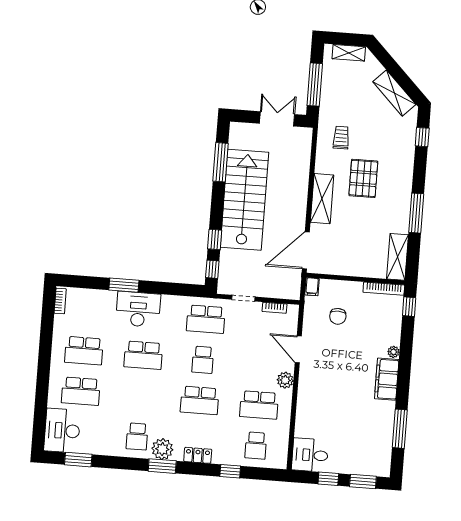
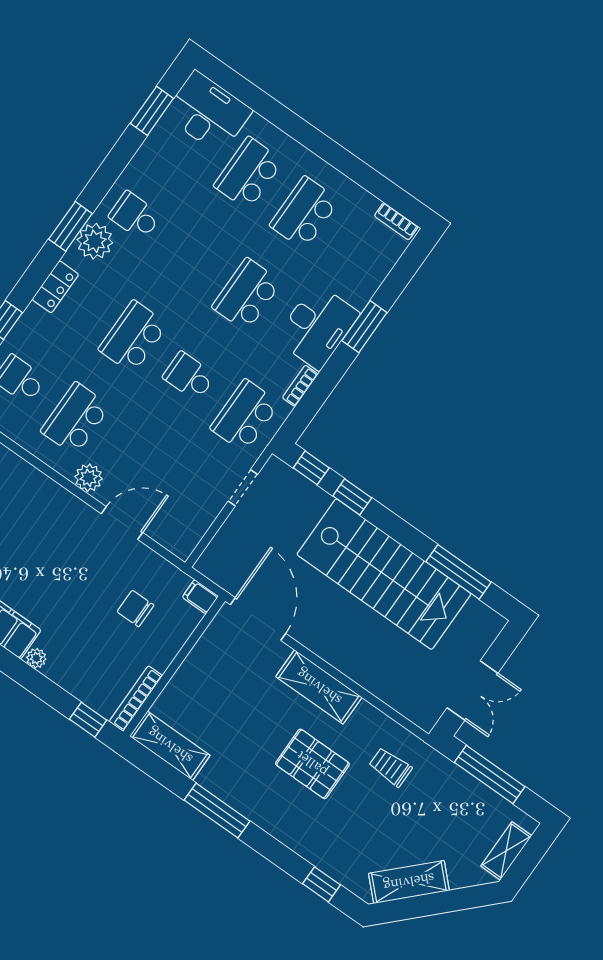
trolley: (341, 138) -> (390, 767), turned 180
bookcase: (275, 308) -> (300, 386), moved

